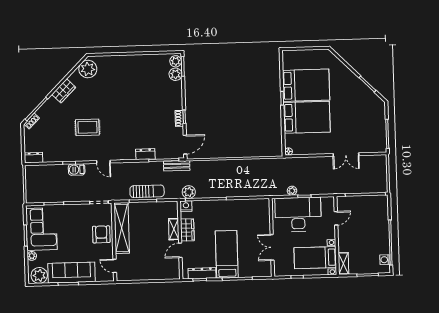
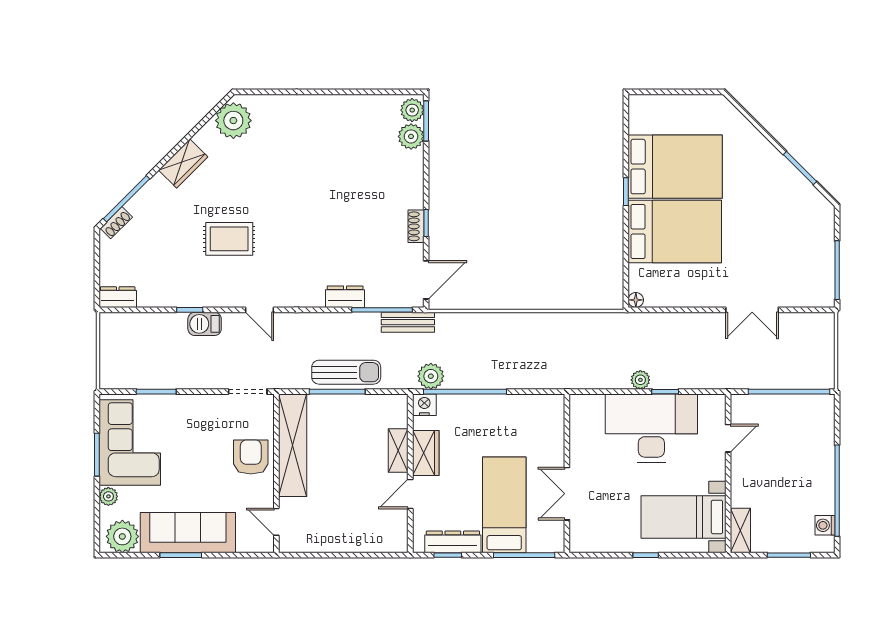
wall: (272, 237) -> (567, 473), moved
double door: (272, 247) -> (567, 494), moved

